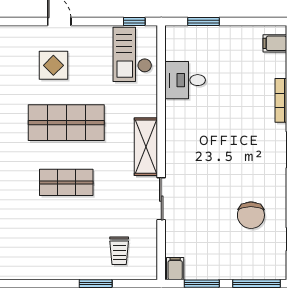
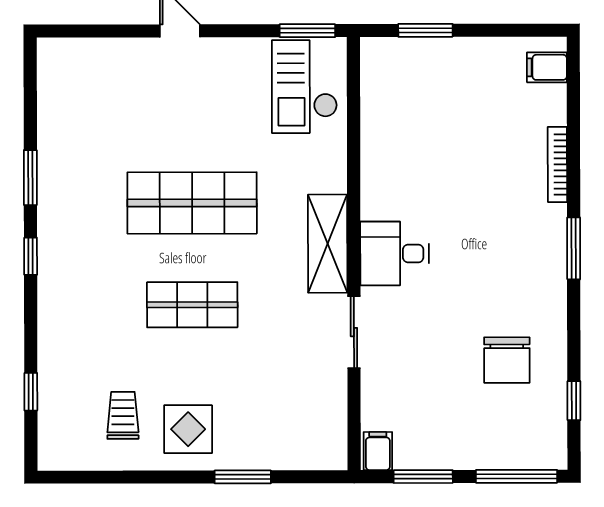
window: (134, 22) -> (307, 31), width x1.50
display table: (53, 65) -> (188, 429), moved
desk: (185, 80) -> (395, 254), moved
trolley: (119, 251) -> (123, 415), moved, turned 180

